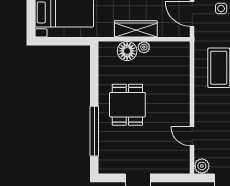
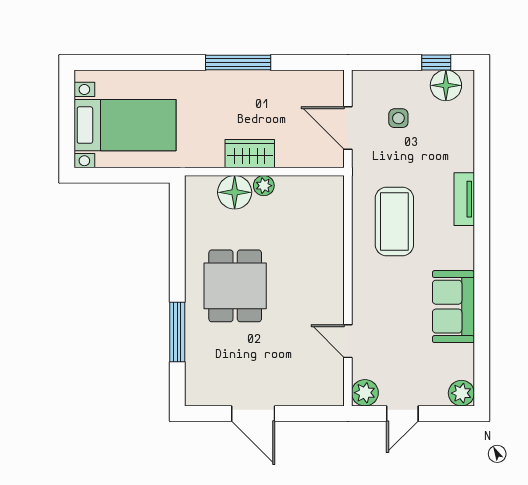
wardrobe: (136, 29) -> (250, 154), width x0.67
window: (94, 131) -> (177, 332), width x0.68

